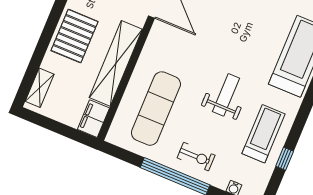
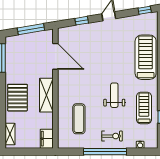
shelving: (116, 63) -> (46, 95), width x0.68
exercise mat: (156, 109) -> (79, 119), width x0.73, depth x0.69

